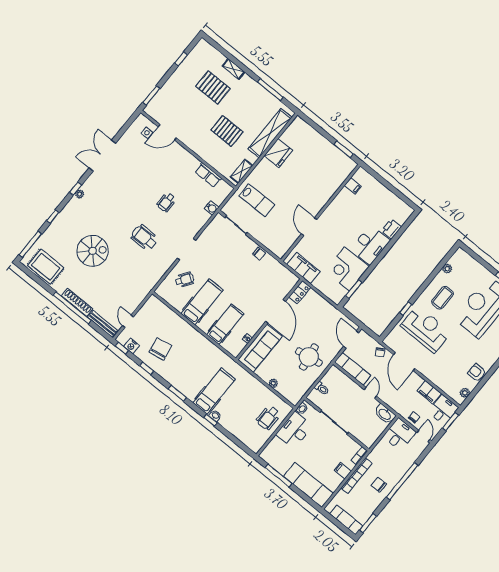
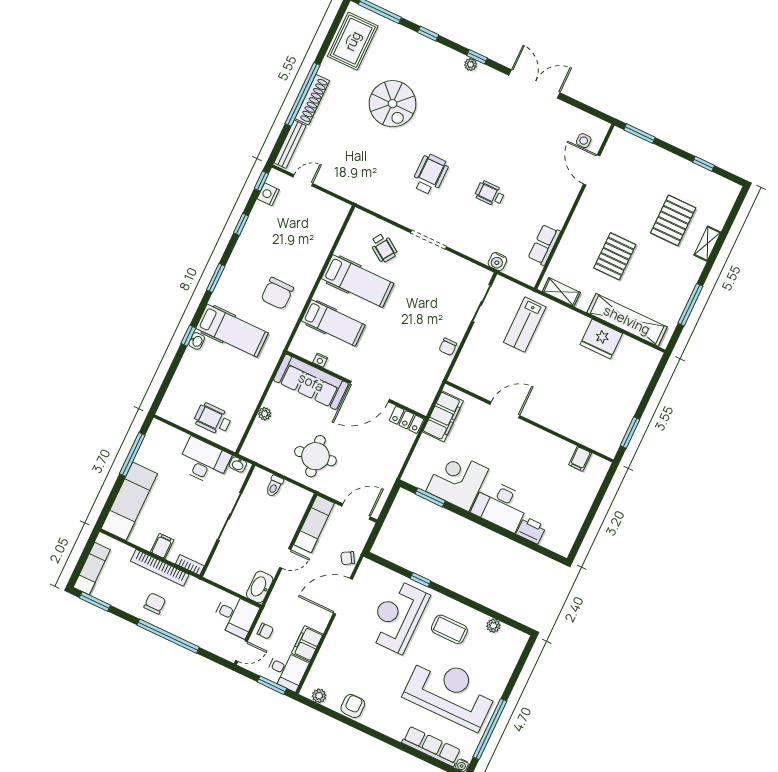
reception desk: (426, 329) -> (398, 616), turned 180
chair: (160, 349) -> (277, 293), moved, turned 100

